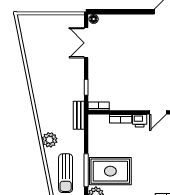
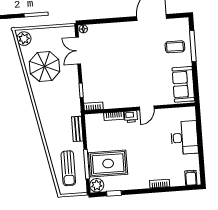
parasol: (47, 58) -> (45, 67), added
bench: (79, 115) -> (77, 129), moved
plant: (50, 140) -> (24, 39), moved

